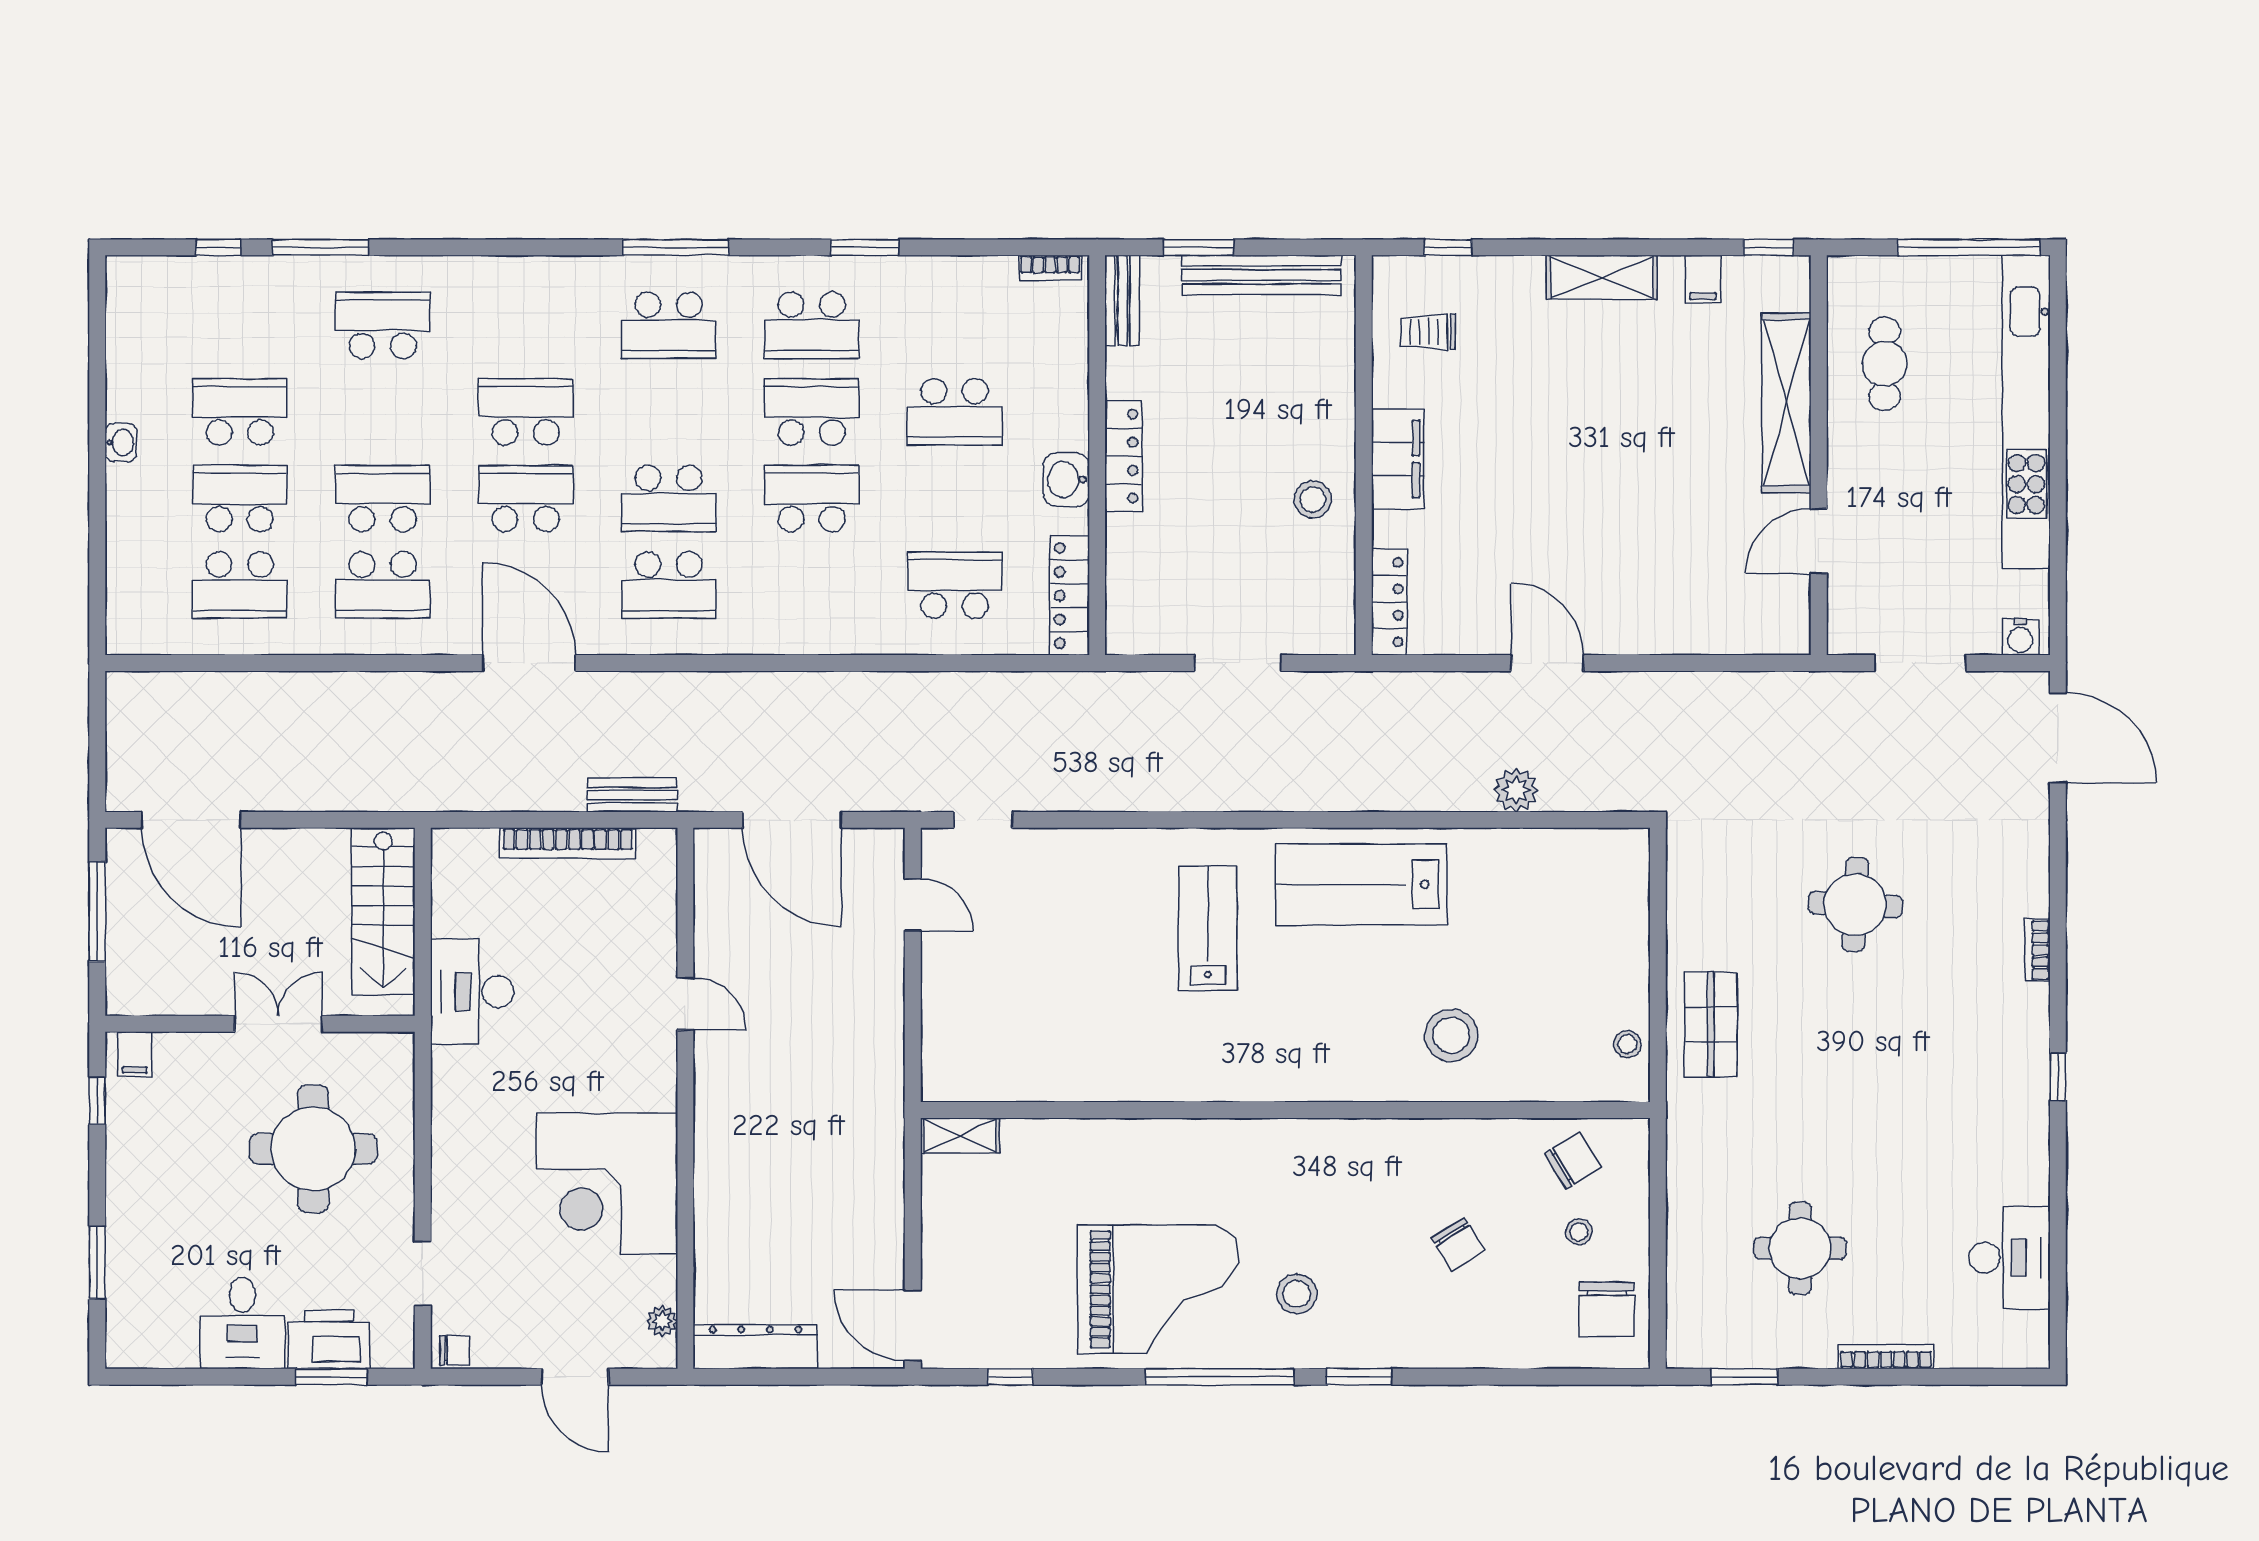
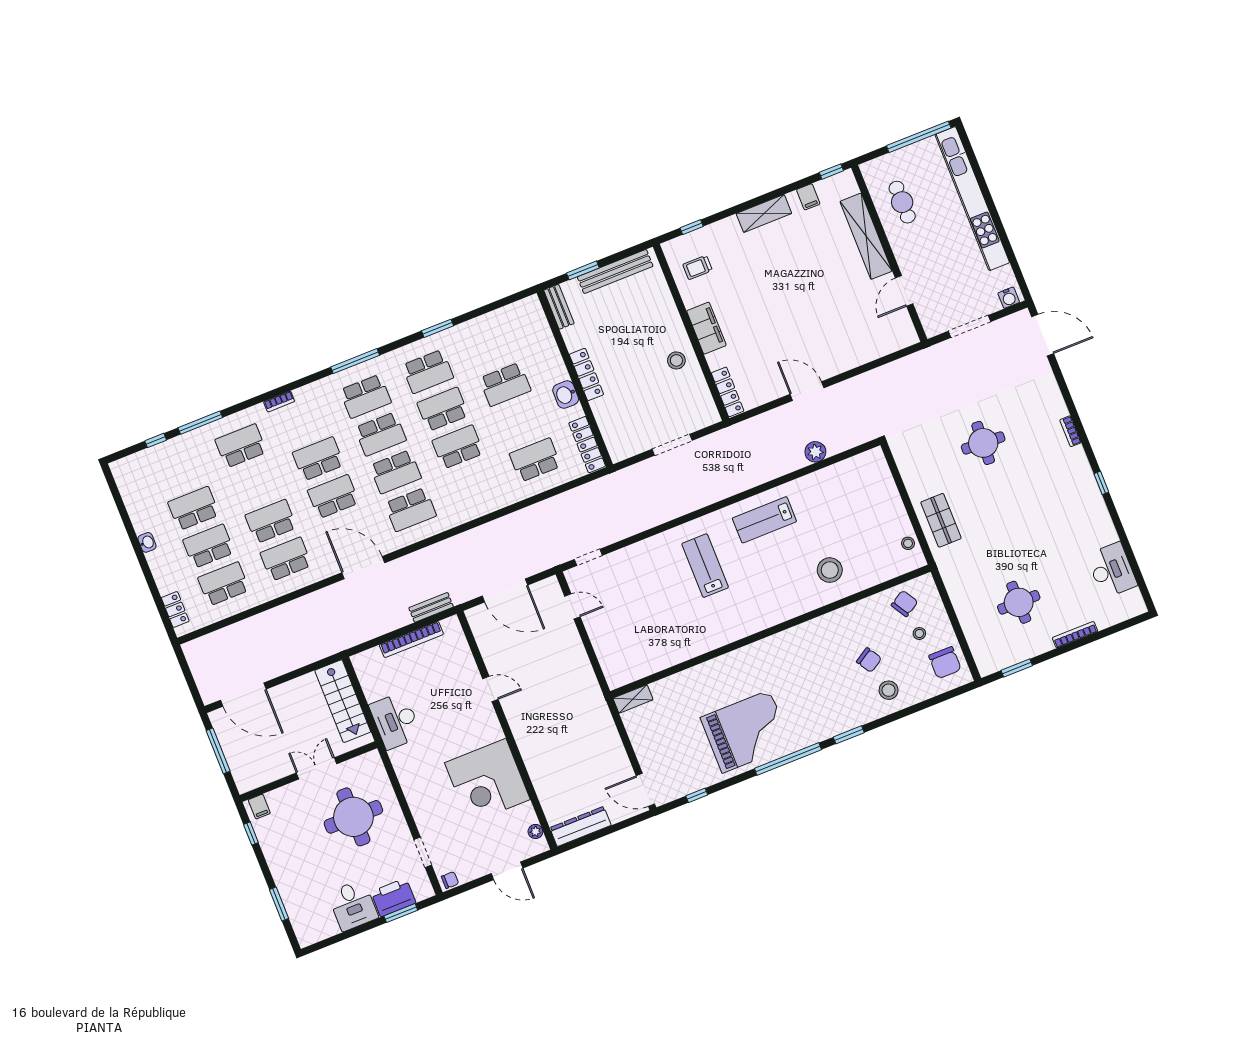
bookcase: (1050, 268) -> (279, 402), moved
school desk: (669, 412) -> (381, 434), added
school desk: (240, 585) -> (224, 584), turned 180
school desk: (383, 585) -> (286, 559), turned 180
locker: (124, 598) -> (175, 609), added
lab bench: (1361, 884) -> (764, 520), width x0.73, depth x0.72
stool: (1297, 1294) -> (889, 690), moved

